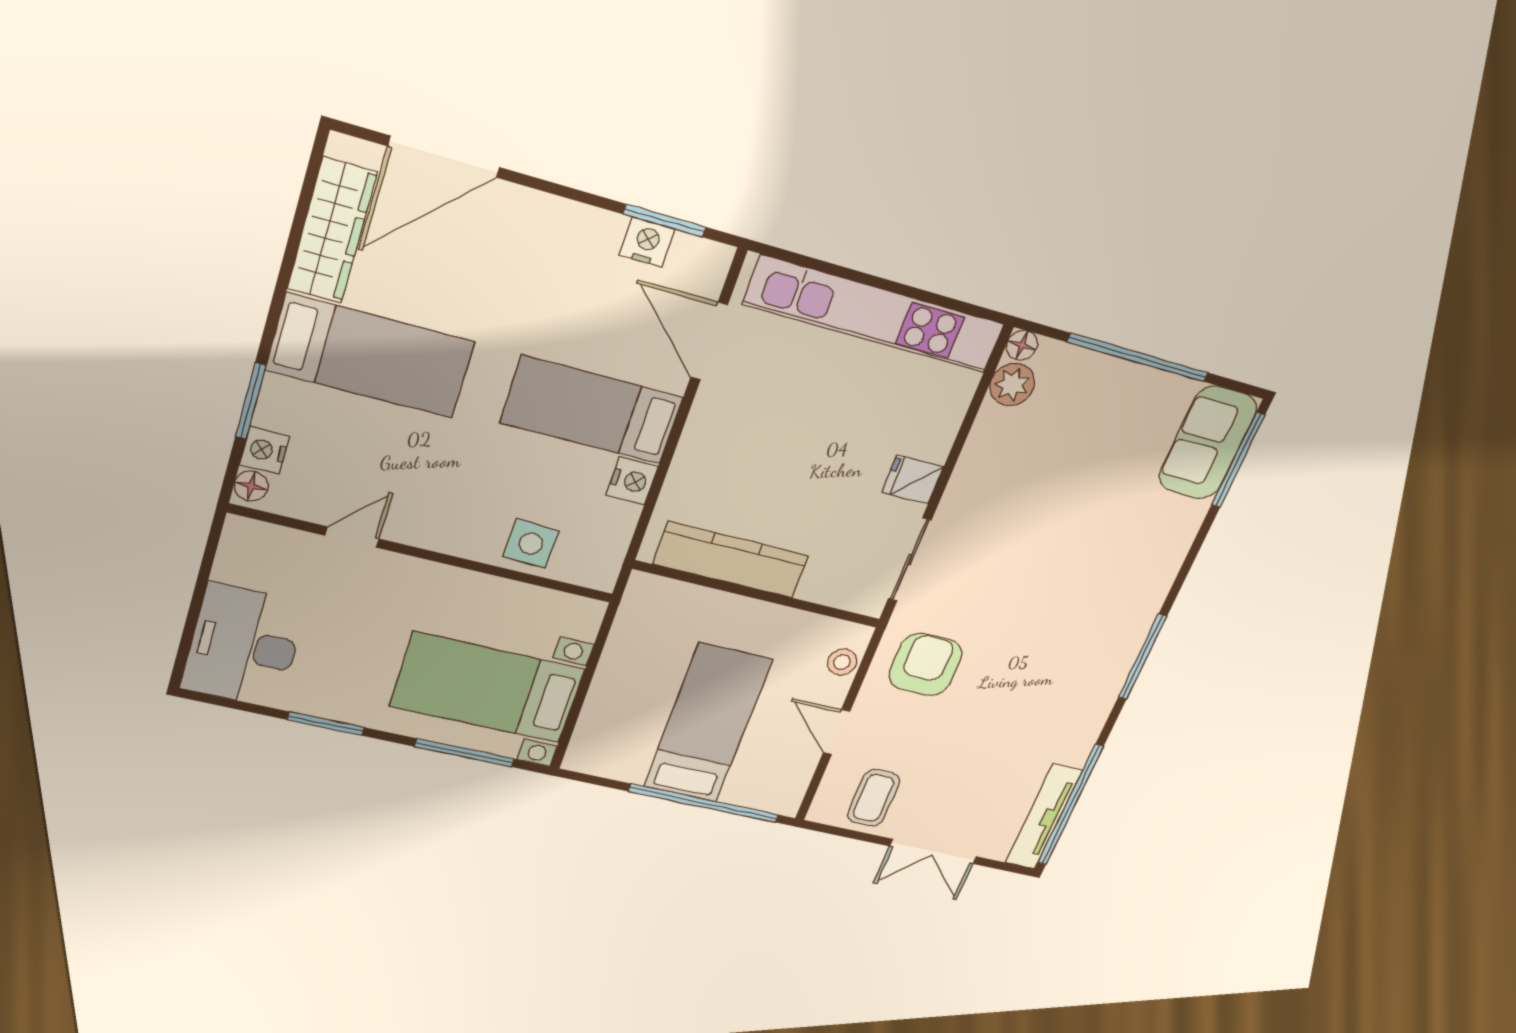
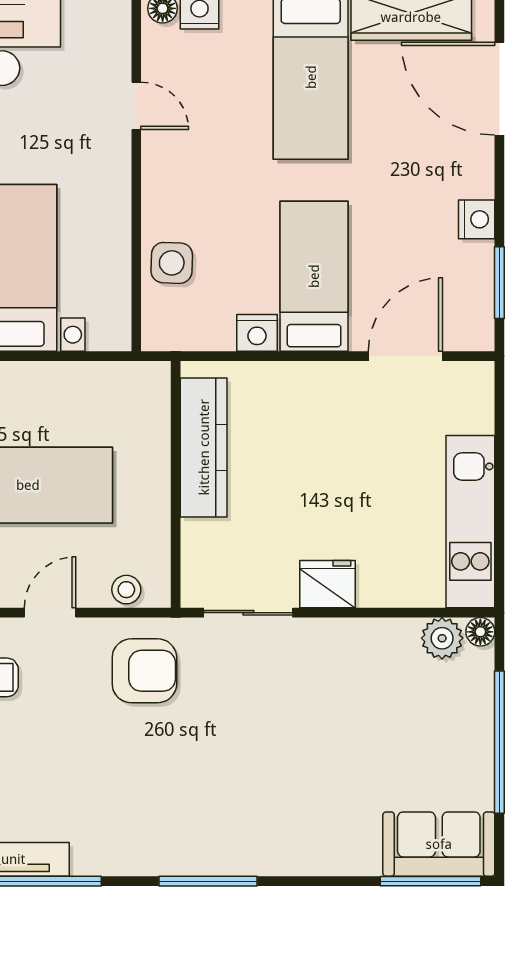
nightstand: (647, 242) -> (477, 219), moved
kitchen unit: (875, 314) -> (470, 522), width x0.73
fridge: (913, 480) -> (328, 584), width x1.38

